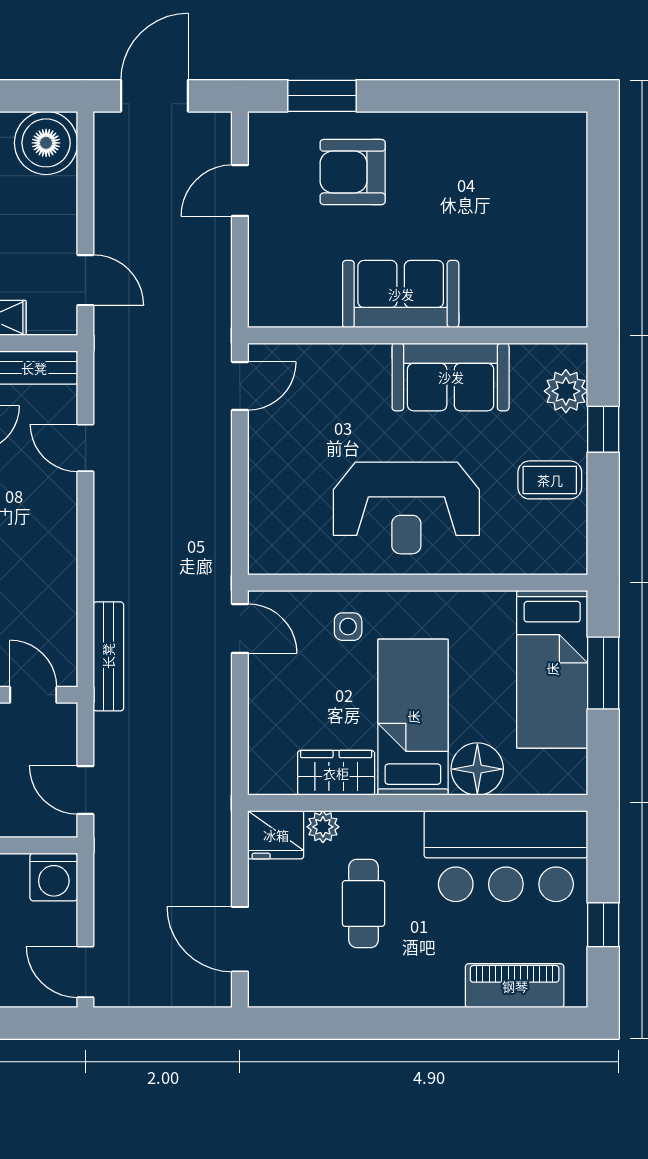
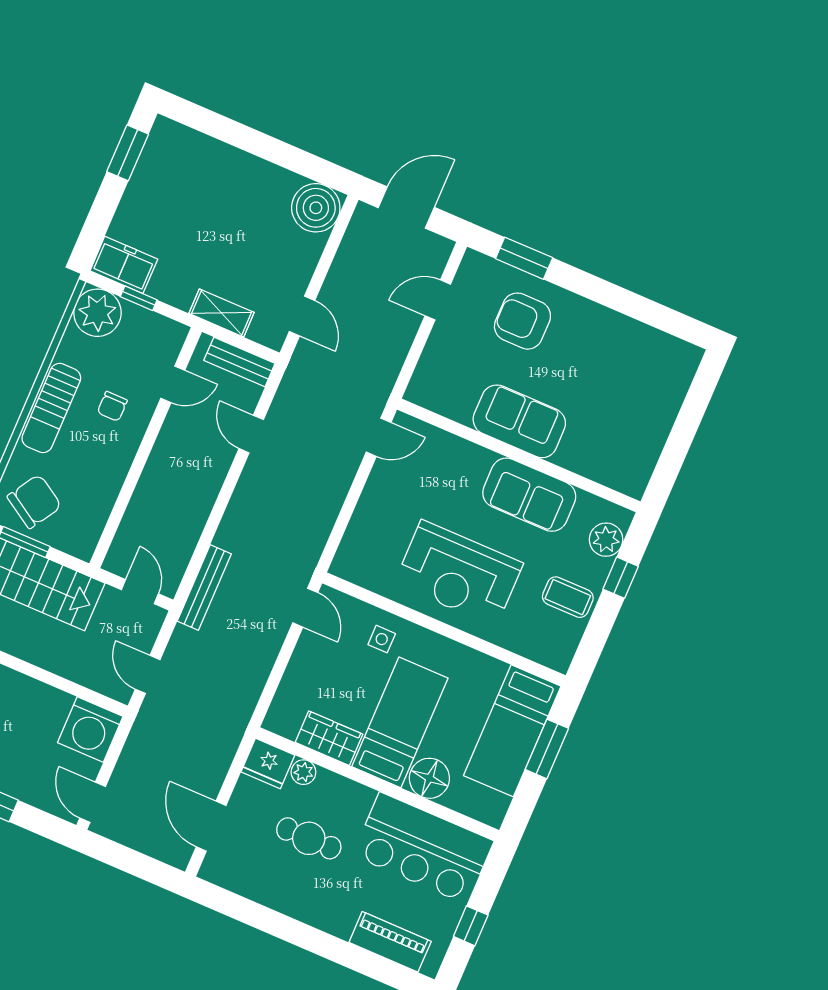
washing machine: (54, 877) -> (90, 730), width x1.37, depth x1.37
cafe table: (364, 903) -> (309, 838), turned 90

